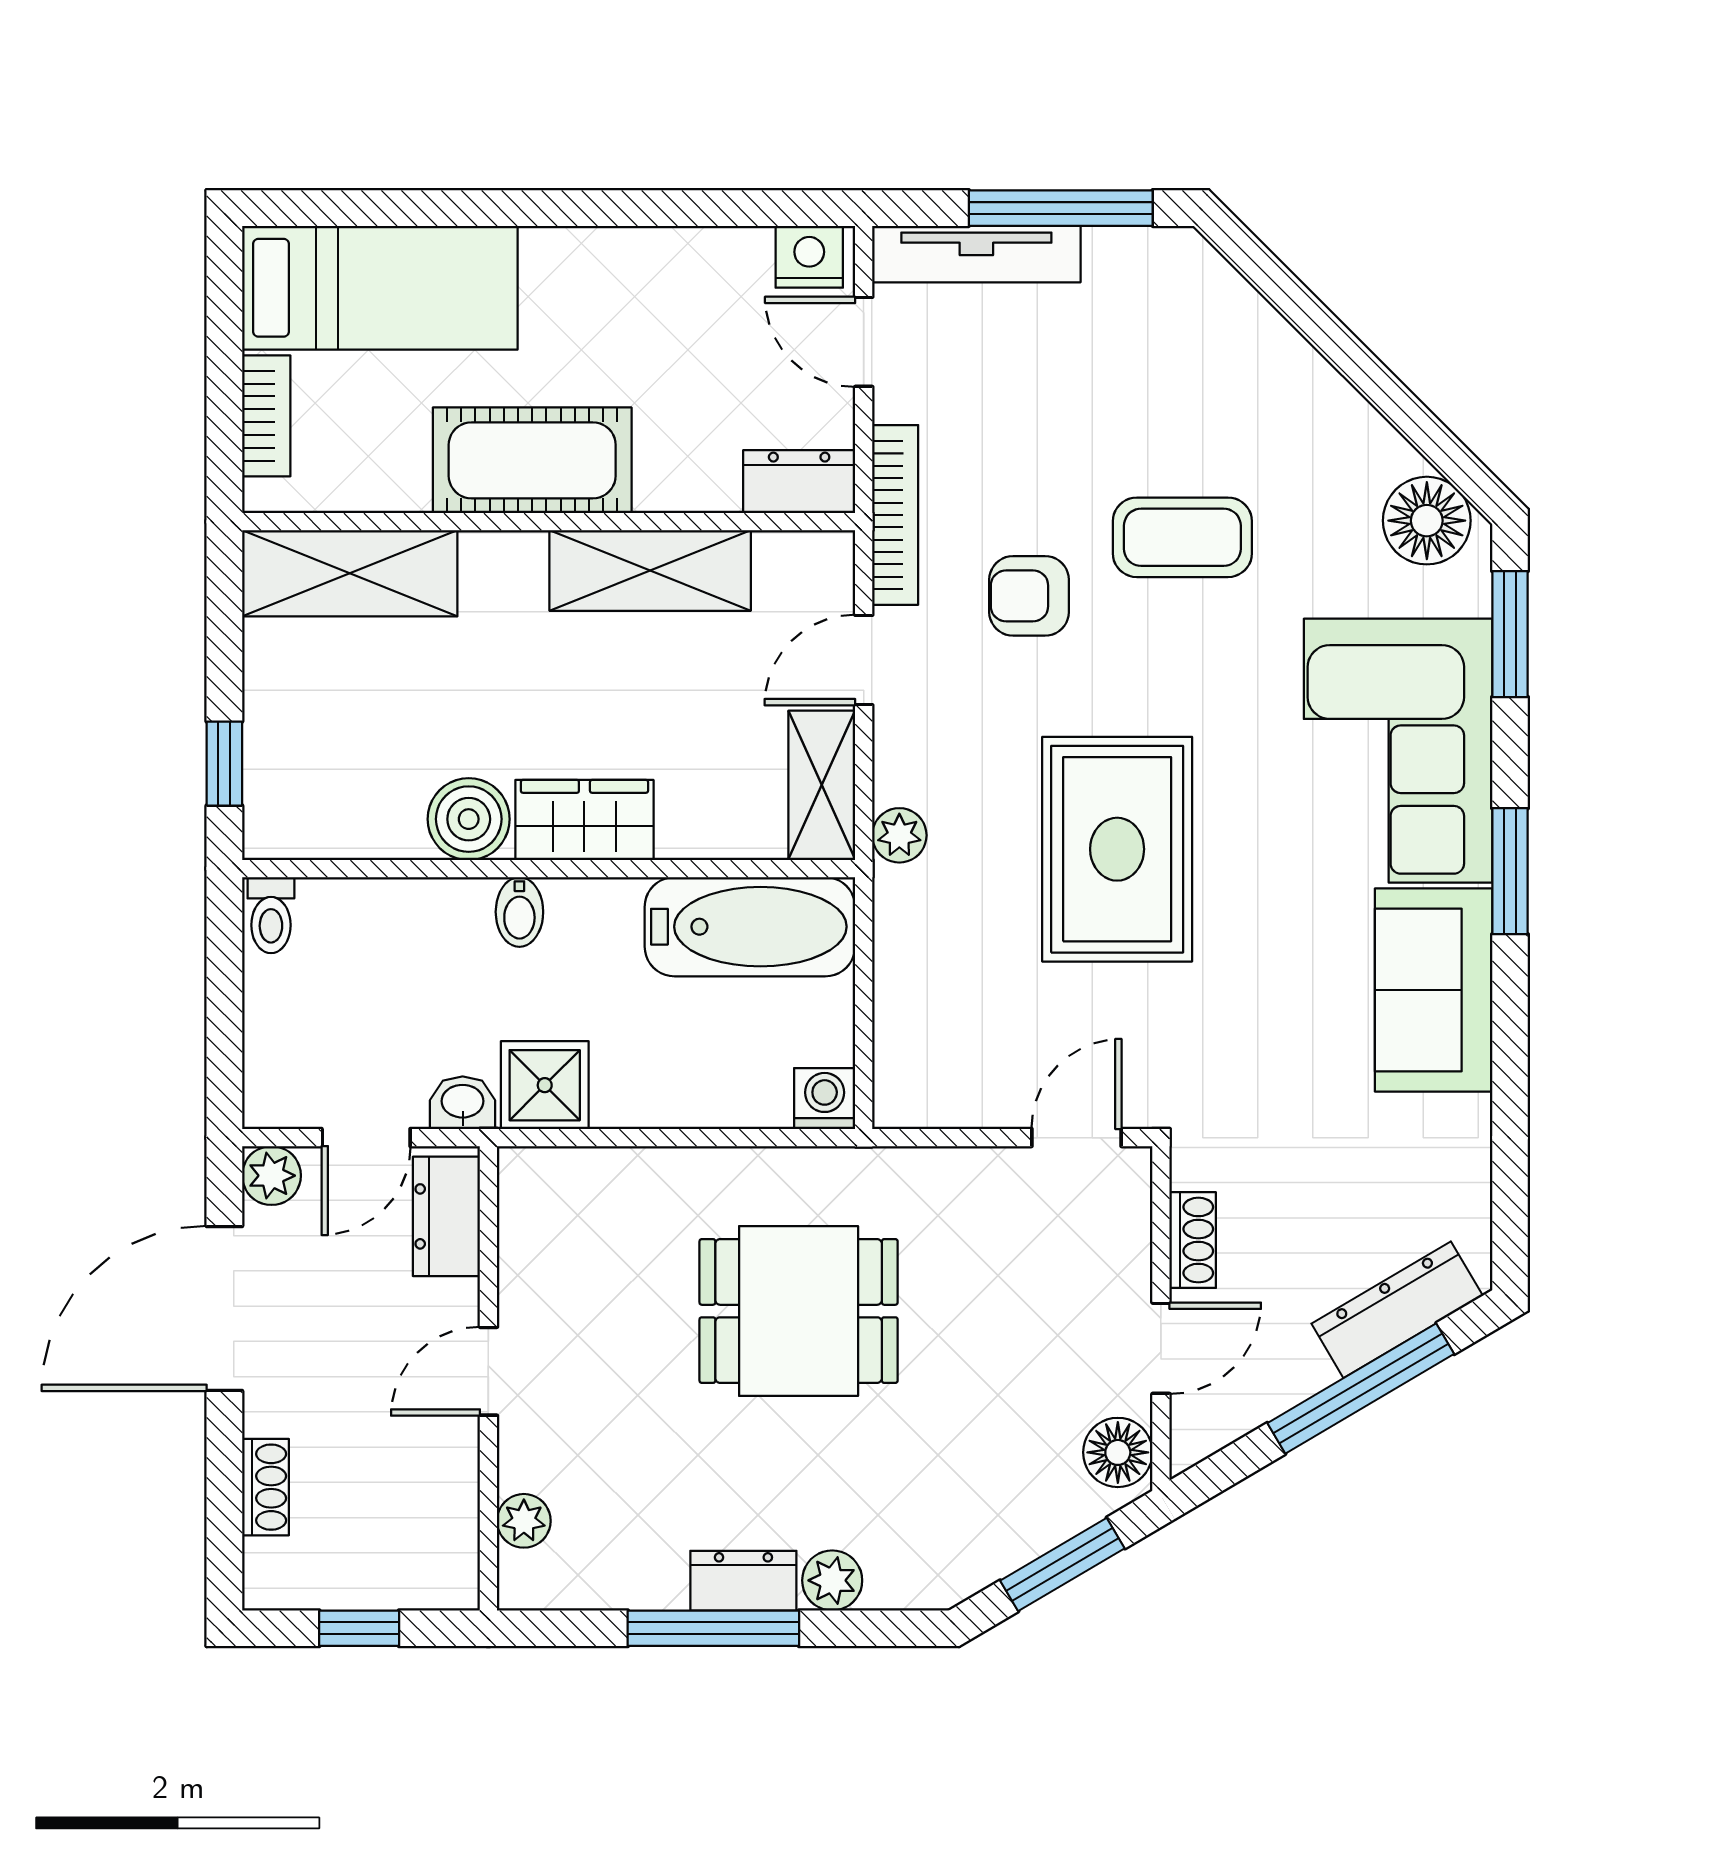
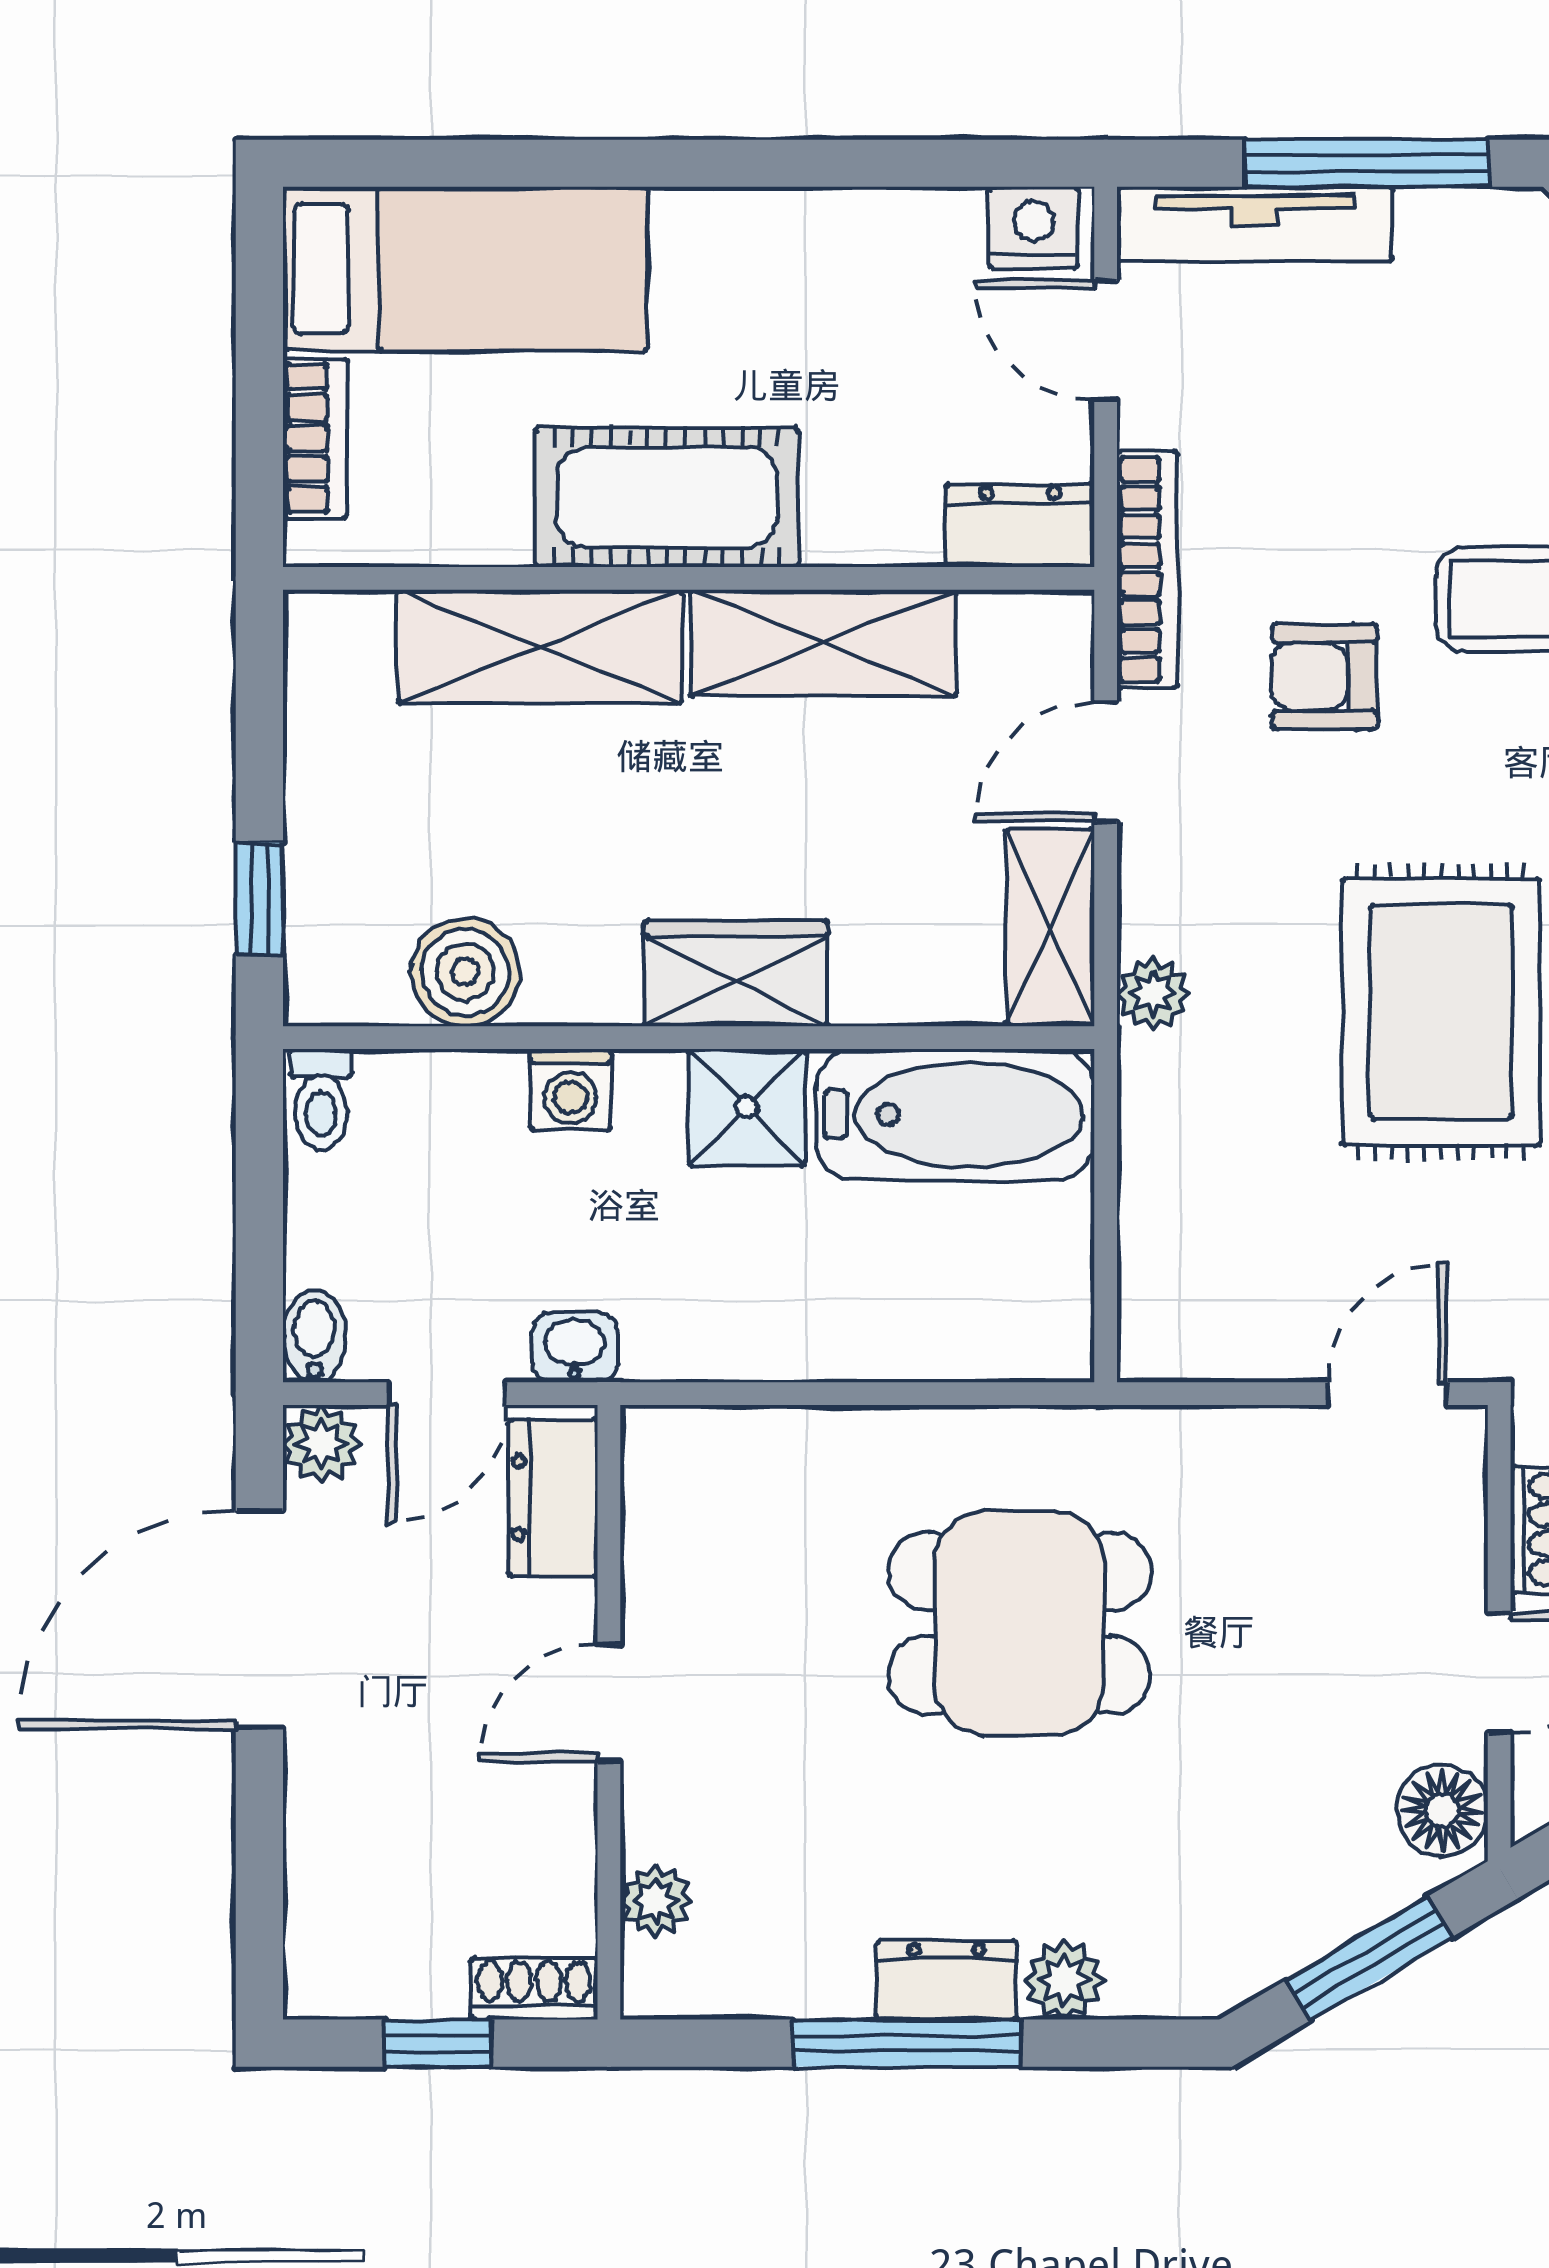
shelving: (350, 573) -> (540, 647), moved
boiler: (469, 819) -> (465, 972), moved
bidet: (519, 912) -> (314, 1336), moved, turned 180
shower: (545, 1085) -> (747, 1107), moved
washing machine: (825, 1099) -> (571, 1089), moved, turned 180
shoe rack: (265, 1487) -> (534, 1989), moved, turned -90

